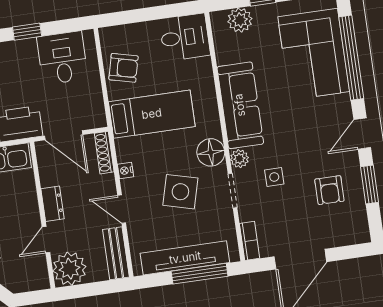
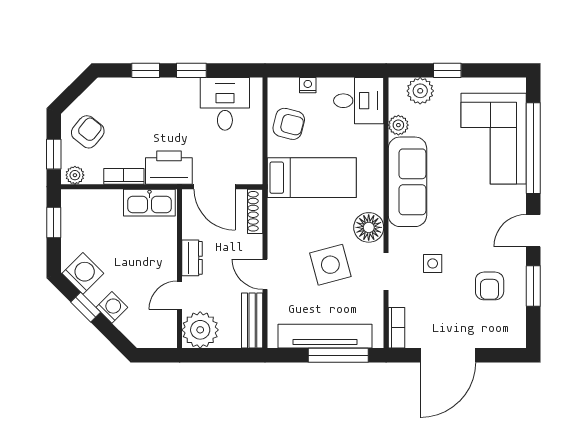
plant: (239, 159) -> (398, 125), moved
nightstand: (126, 170) -> (308, 85), moved, turned 90
side table: (180, 192) -> (330, 265), turned -30

